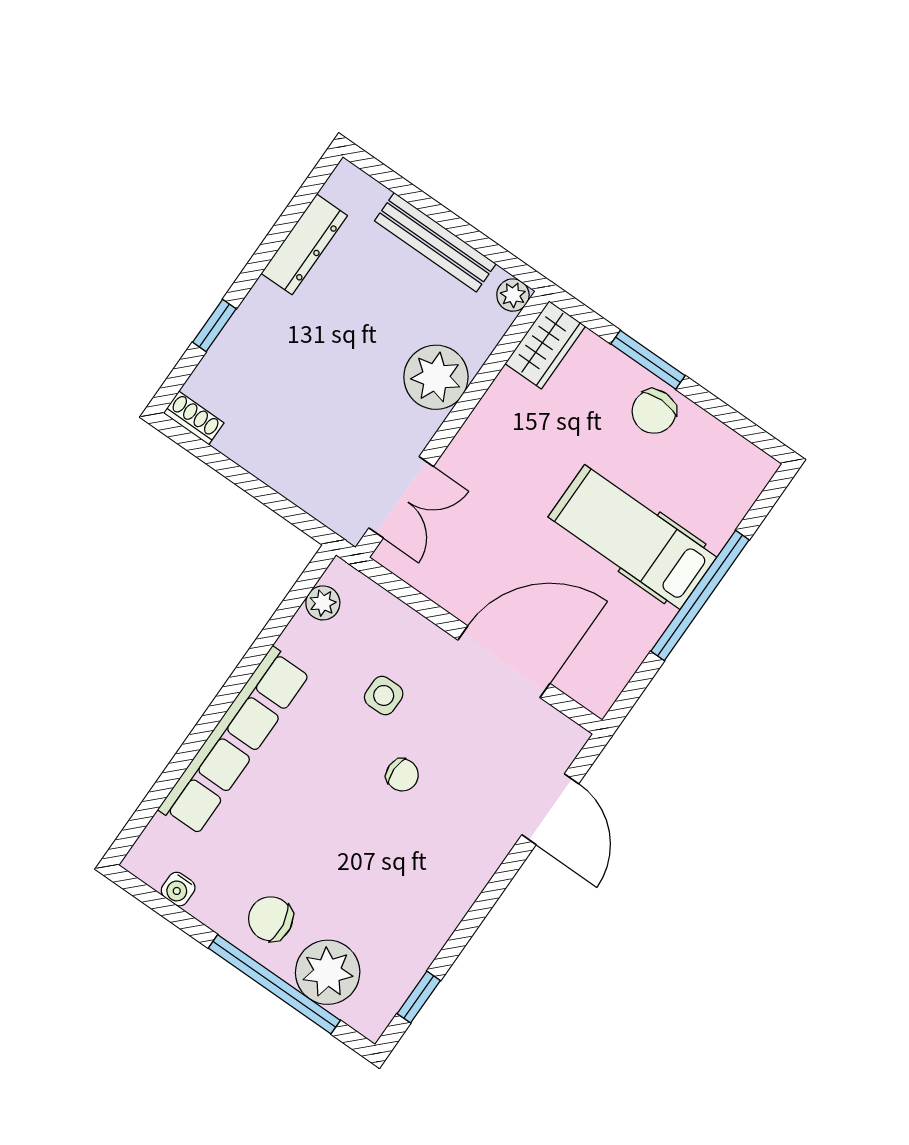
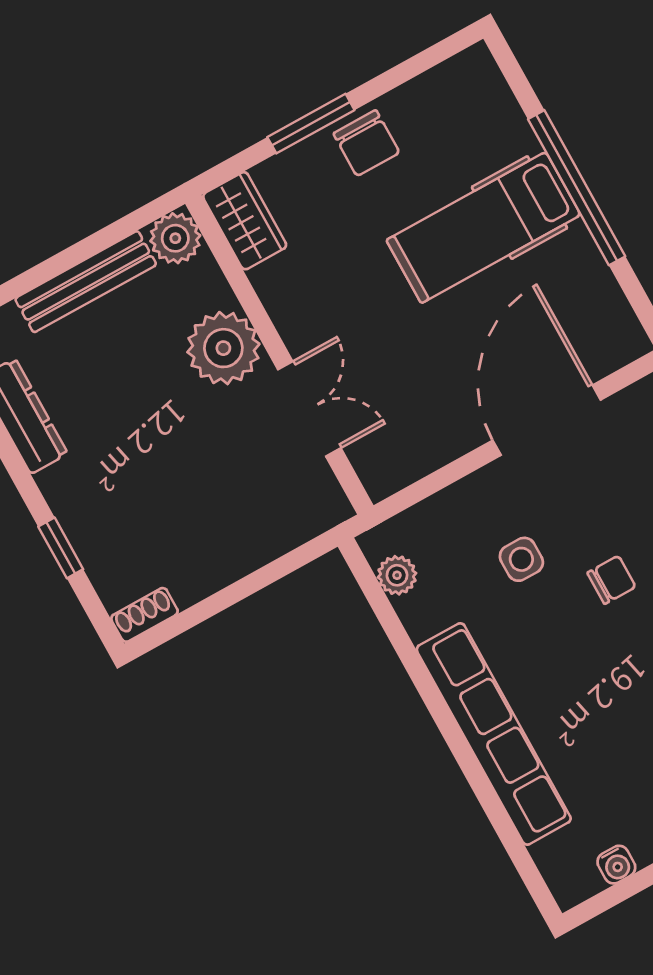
plant: (513, 295) -> (175, 238), width x1.38, depth x1.38
double door: (401, 497) -> (309, 409), moved

